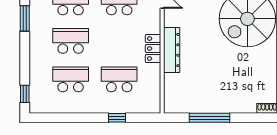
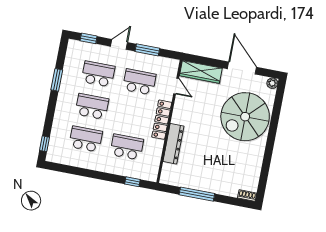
locker: (153, 49) -> (162, 120), width x1.53
dresser: (172, 50) -> (173, 144), moved
window: (117, 118) -> (132, 182), moved

